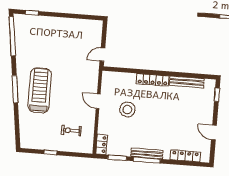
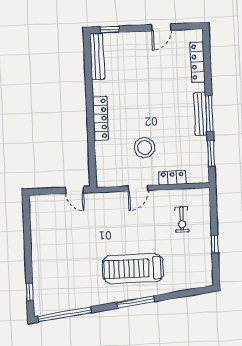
bench: (187, 82) -> (97, 56), moved
locker: (101, 144) -> (172, 178), moved

